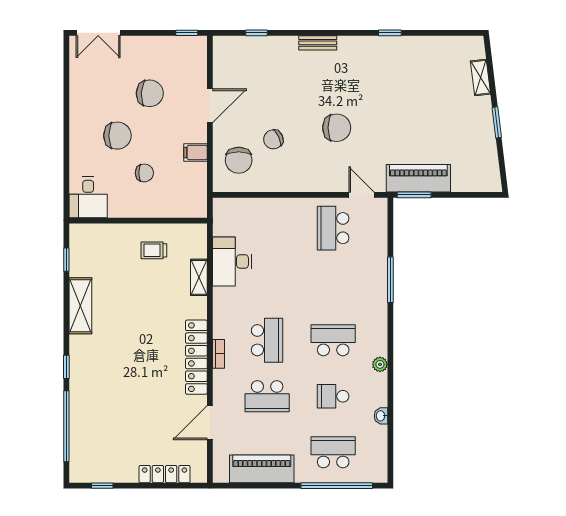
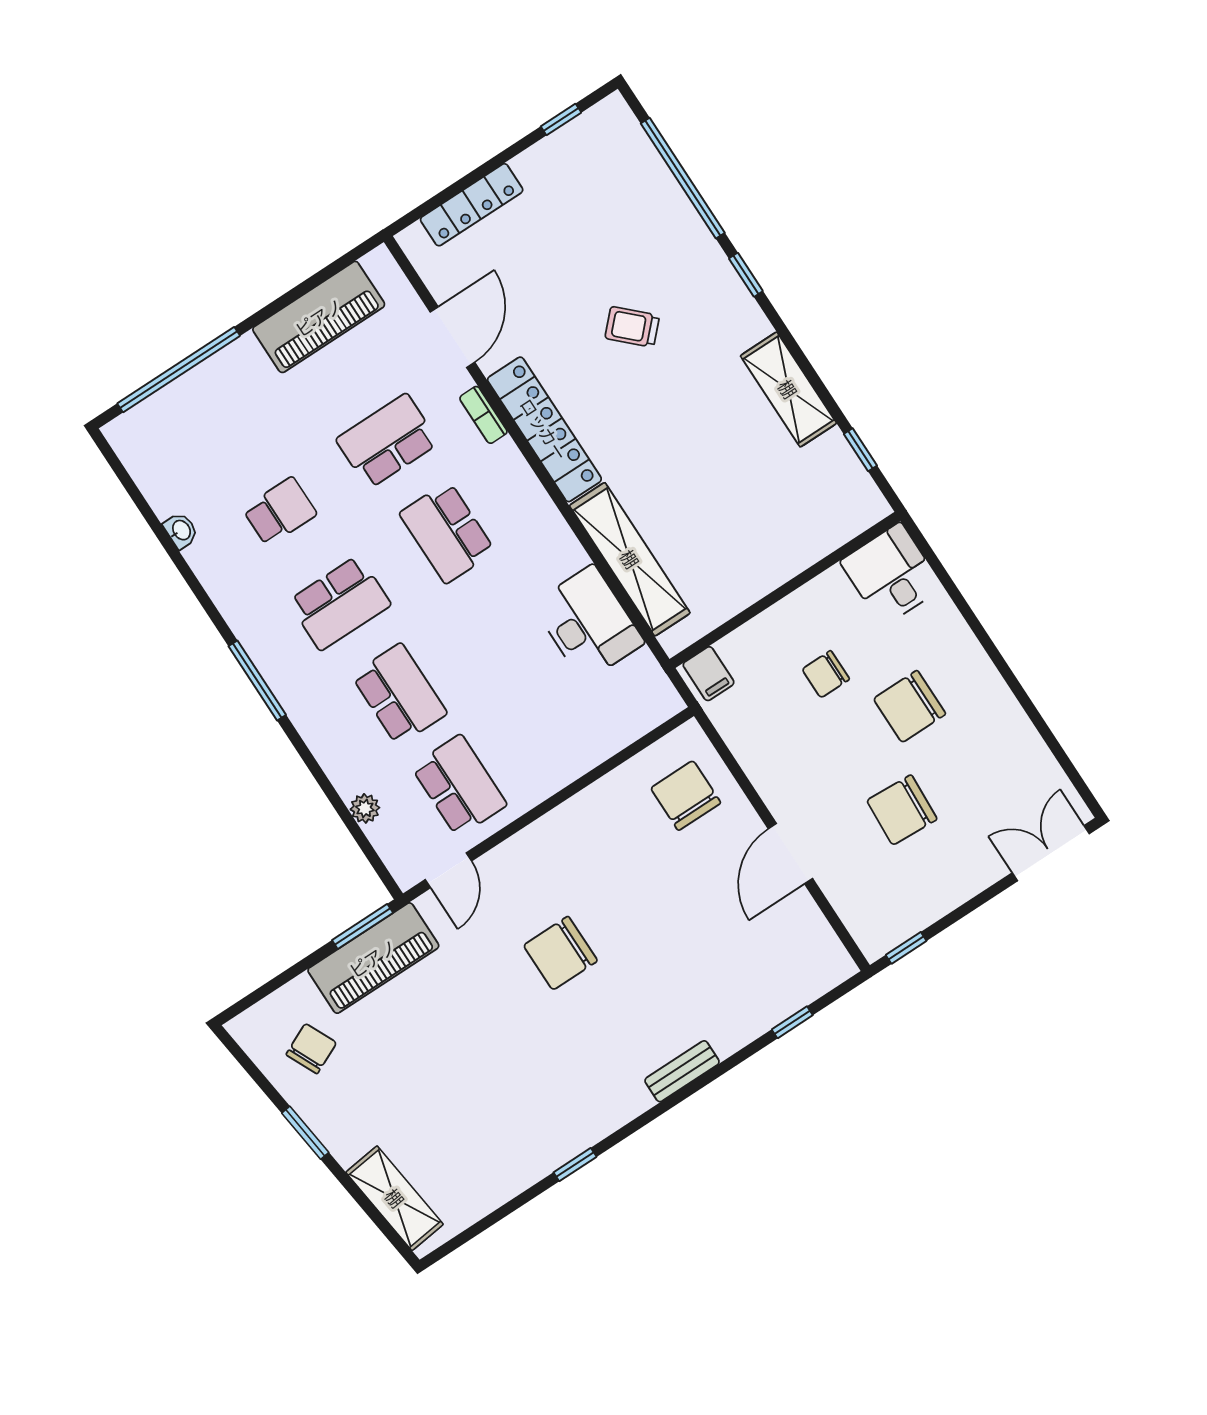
shelving: (481, 78) -> (395, 1198), width x1.50, depth x1.33
chair: (273, 139) -> (311, 1049), moved
filing cabinet: (195, 153) -> (709, 674), moved, turned 90
door: (361, 195) -> (448, 870), hinge flipped
trolley: (154, 250) -> (632, 327), moved, turned -136
shelving: (199, 277) -> (630, 559), width x2.20, depth x1.33
window: (390, 280) -> (257, 681), moved
bookcase: (219, 354) -> (483, 415), moved
plant: (380, 364) -> (365, 808), moved
school desk: (333, 452) -> (399, 694), moved, turned -90

